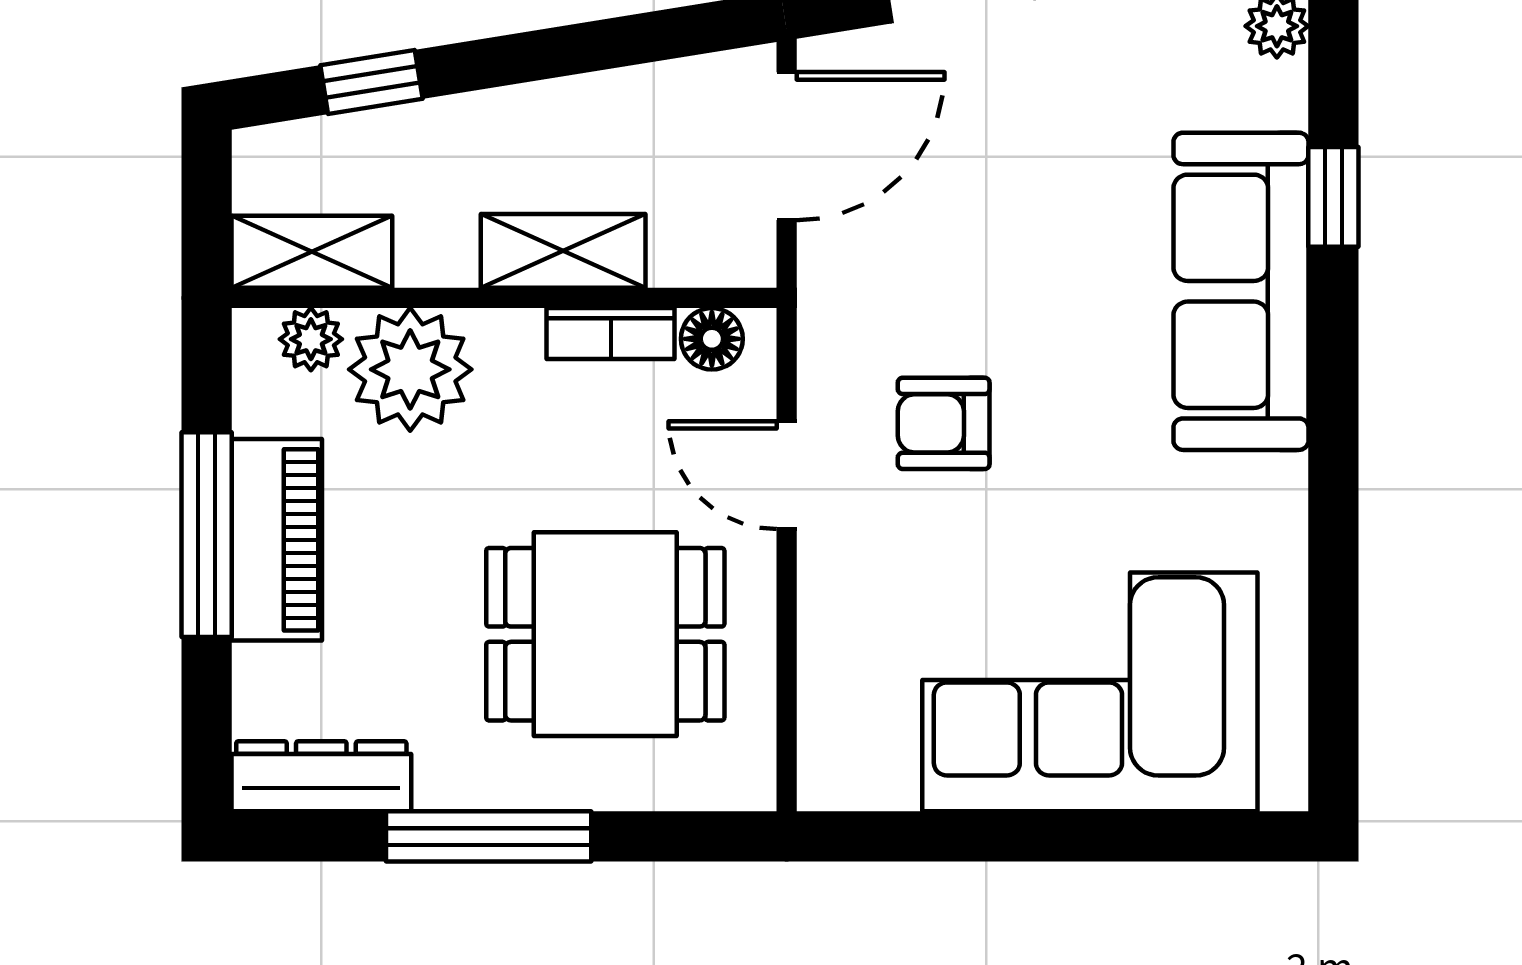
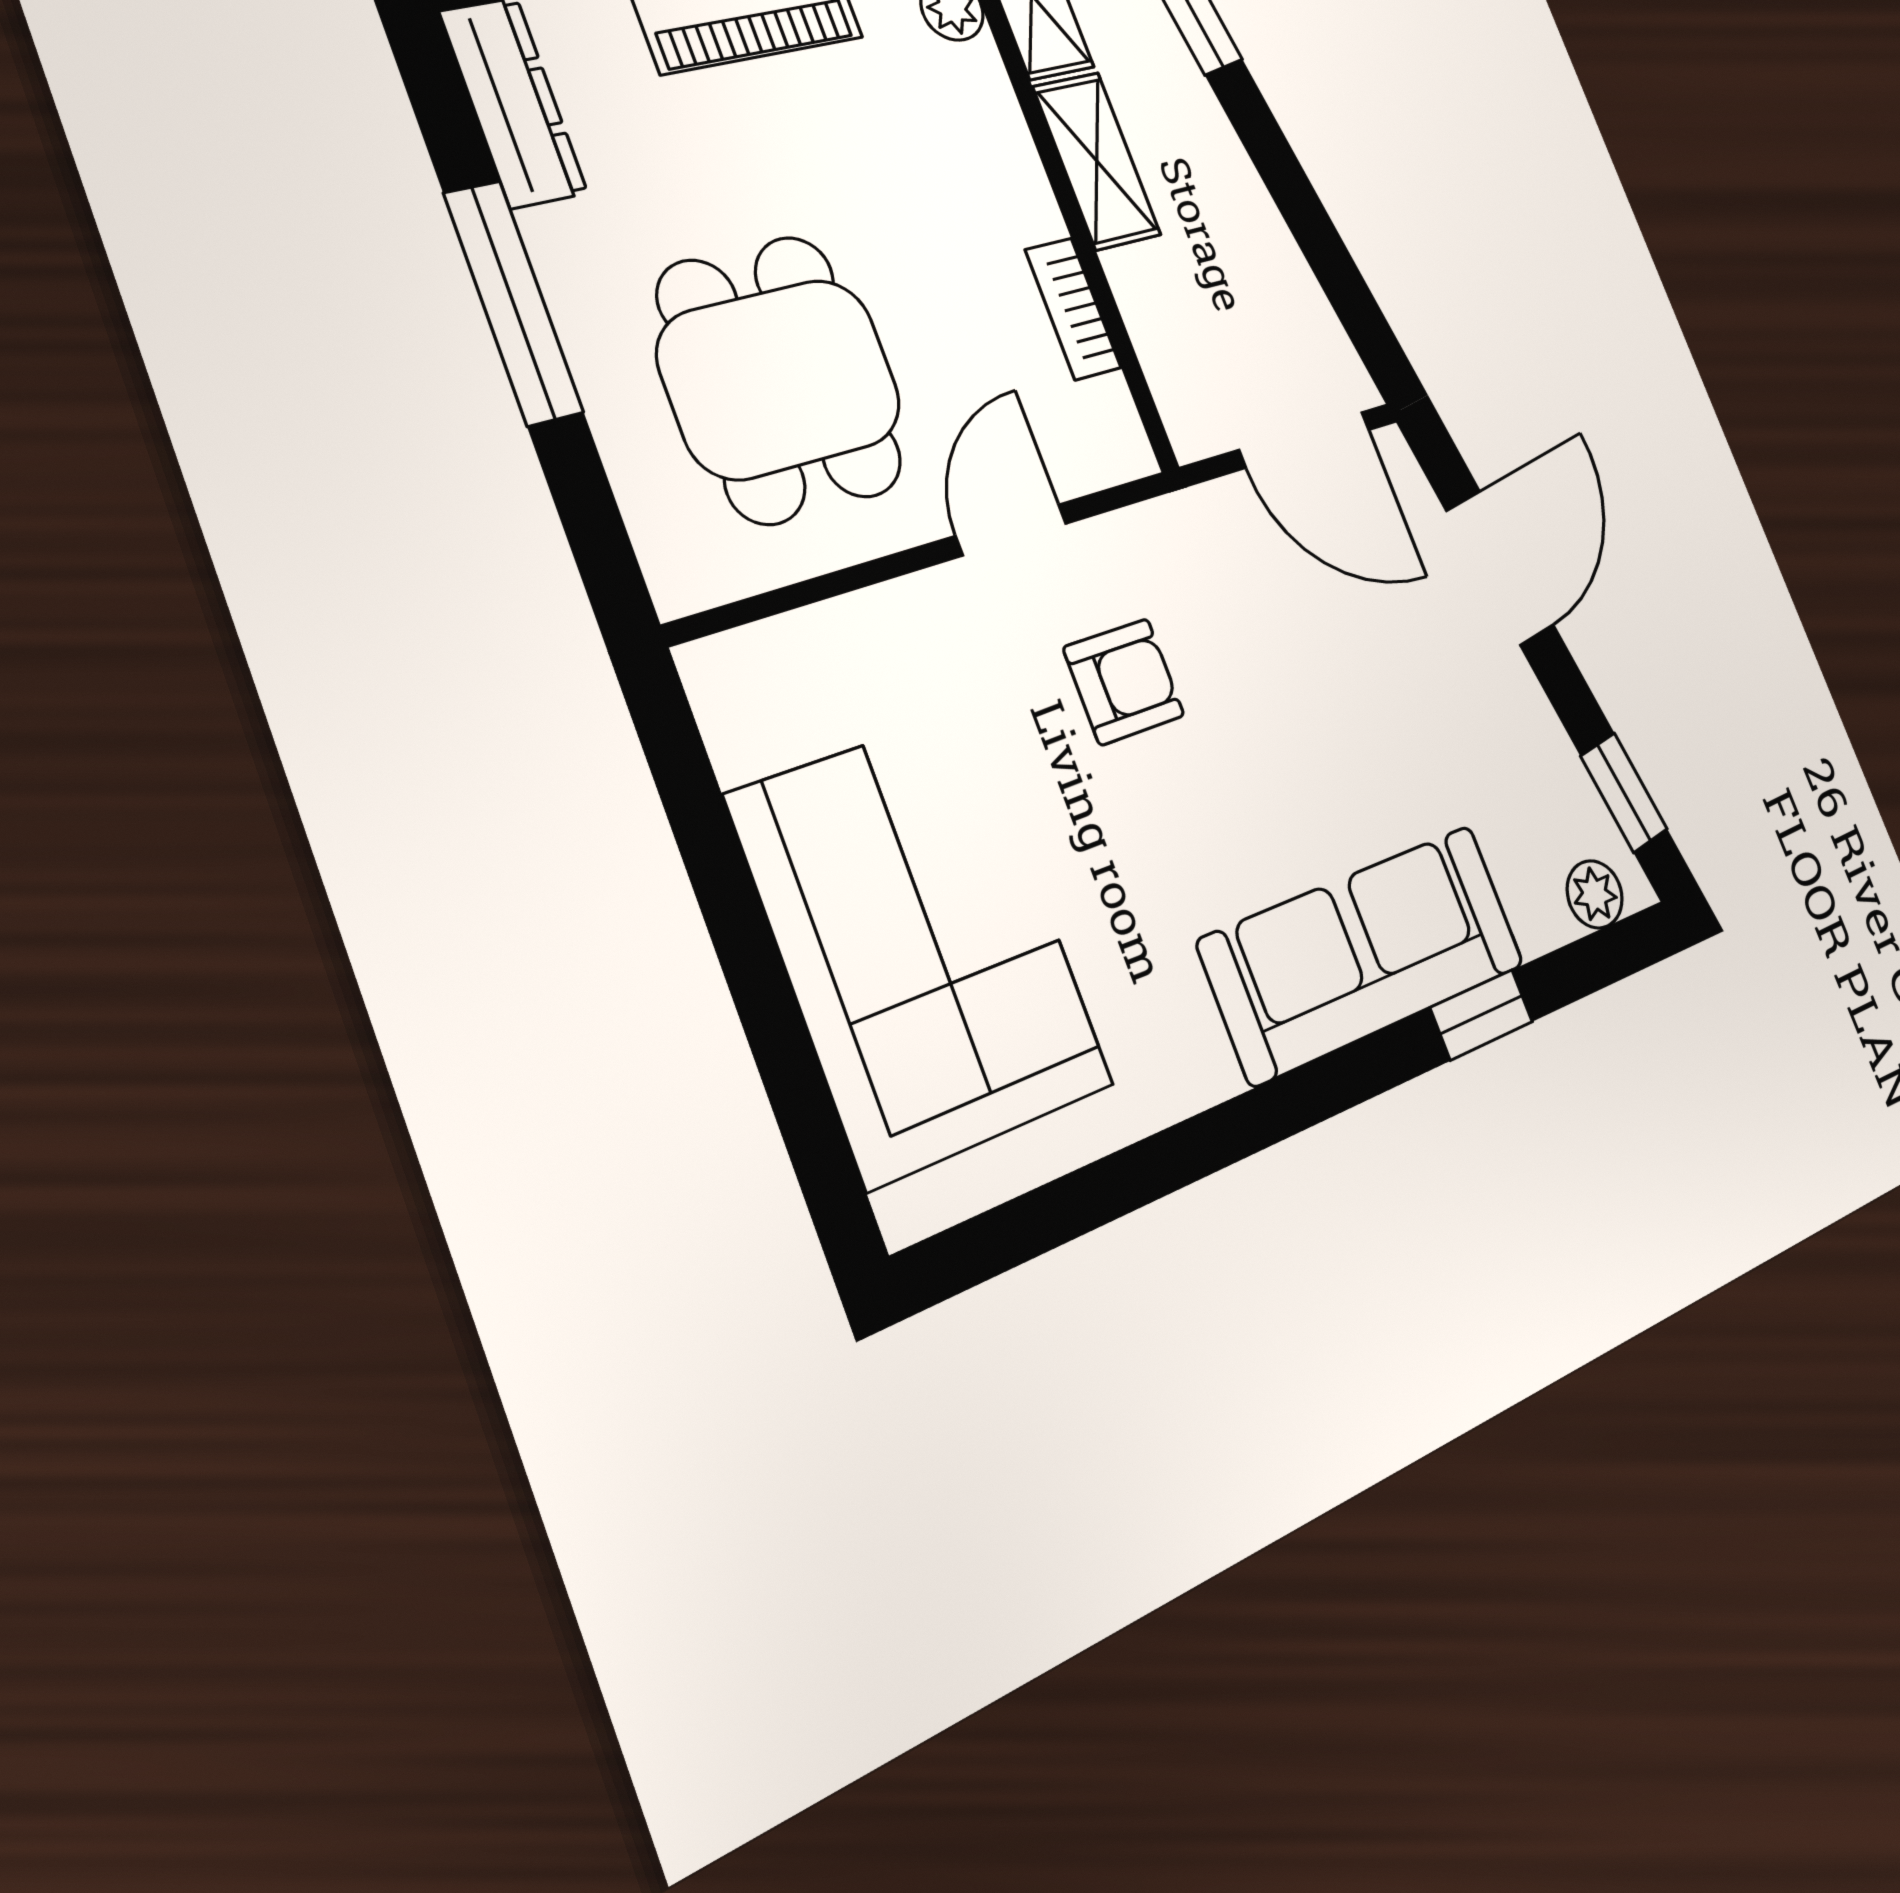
shelving: (563, 251) -> (1097, 161), moved
floor lamp: (712, 339) -> (1108, 414), removed
plant: (410, 369) -> (962, 114), removed
armchair: (944, 423) -> (1124, 682), turned 90

